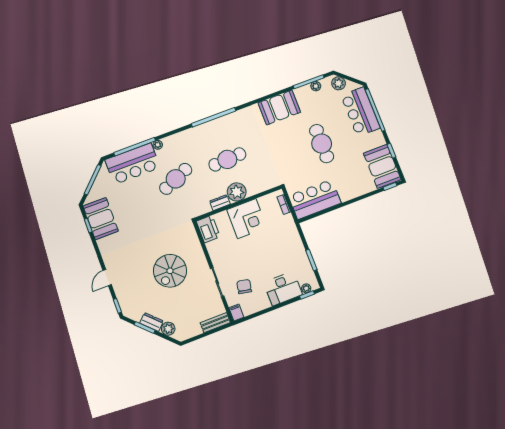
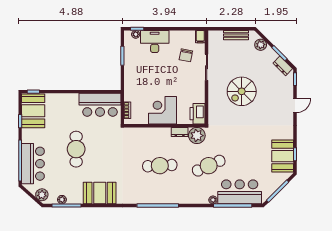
plant: (237, 192) -> (197, 136), moved
spiral stairs: (170, 271) -> (242, 91), turned 180
dresser: (152, 322) -> (283, 66), moved
bench: (215, 323) -> (236, 35), moved

